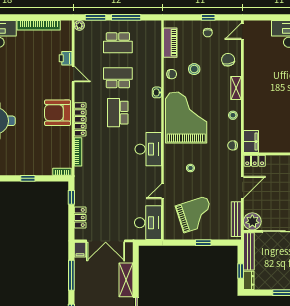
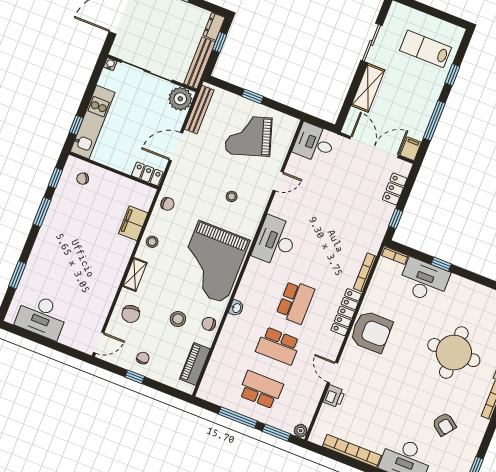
filing cabinet: (251, 142) -> (133, 223), moved
desk: (35, 162) -> (424, 281), added
desk: (148, 223) -> (314, 143), width x0.73

